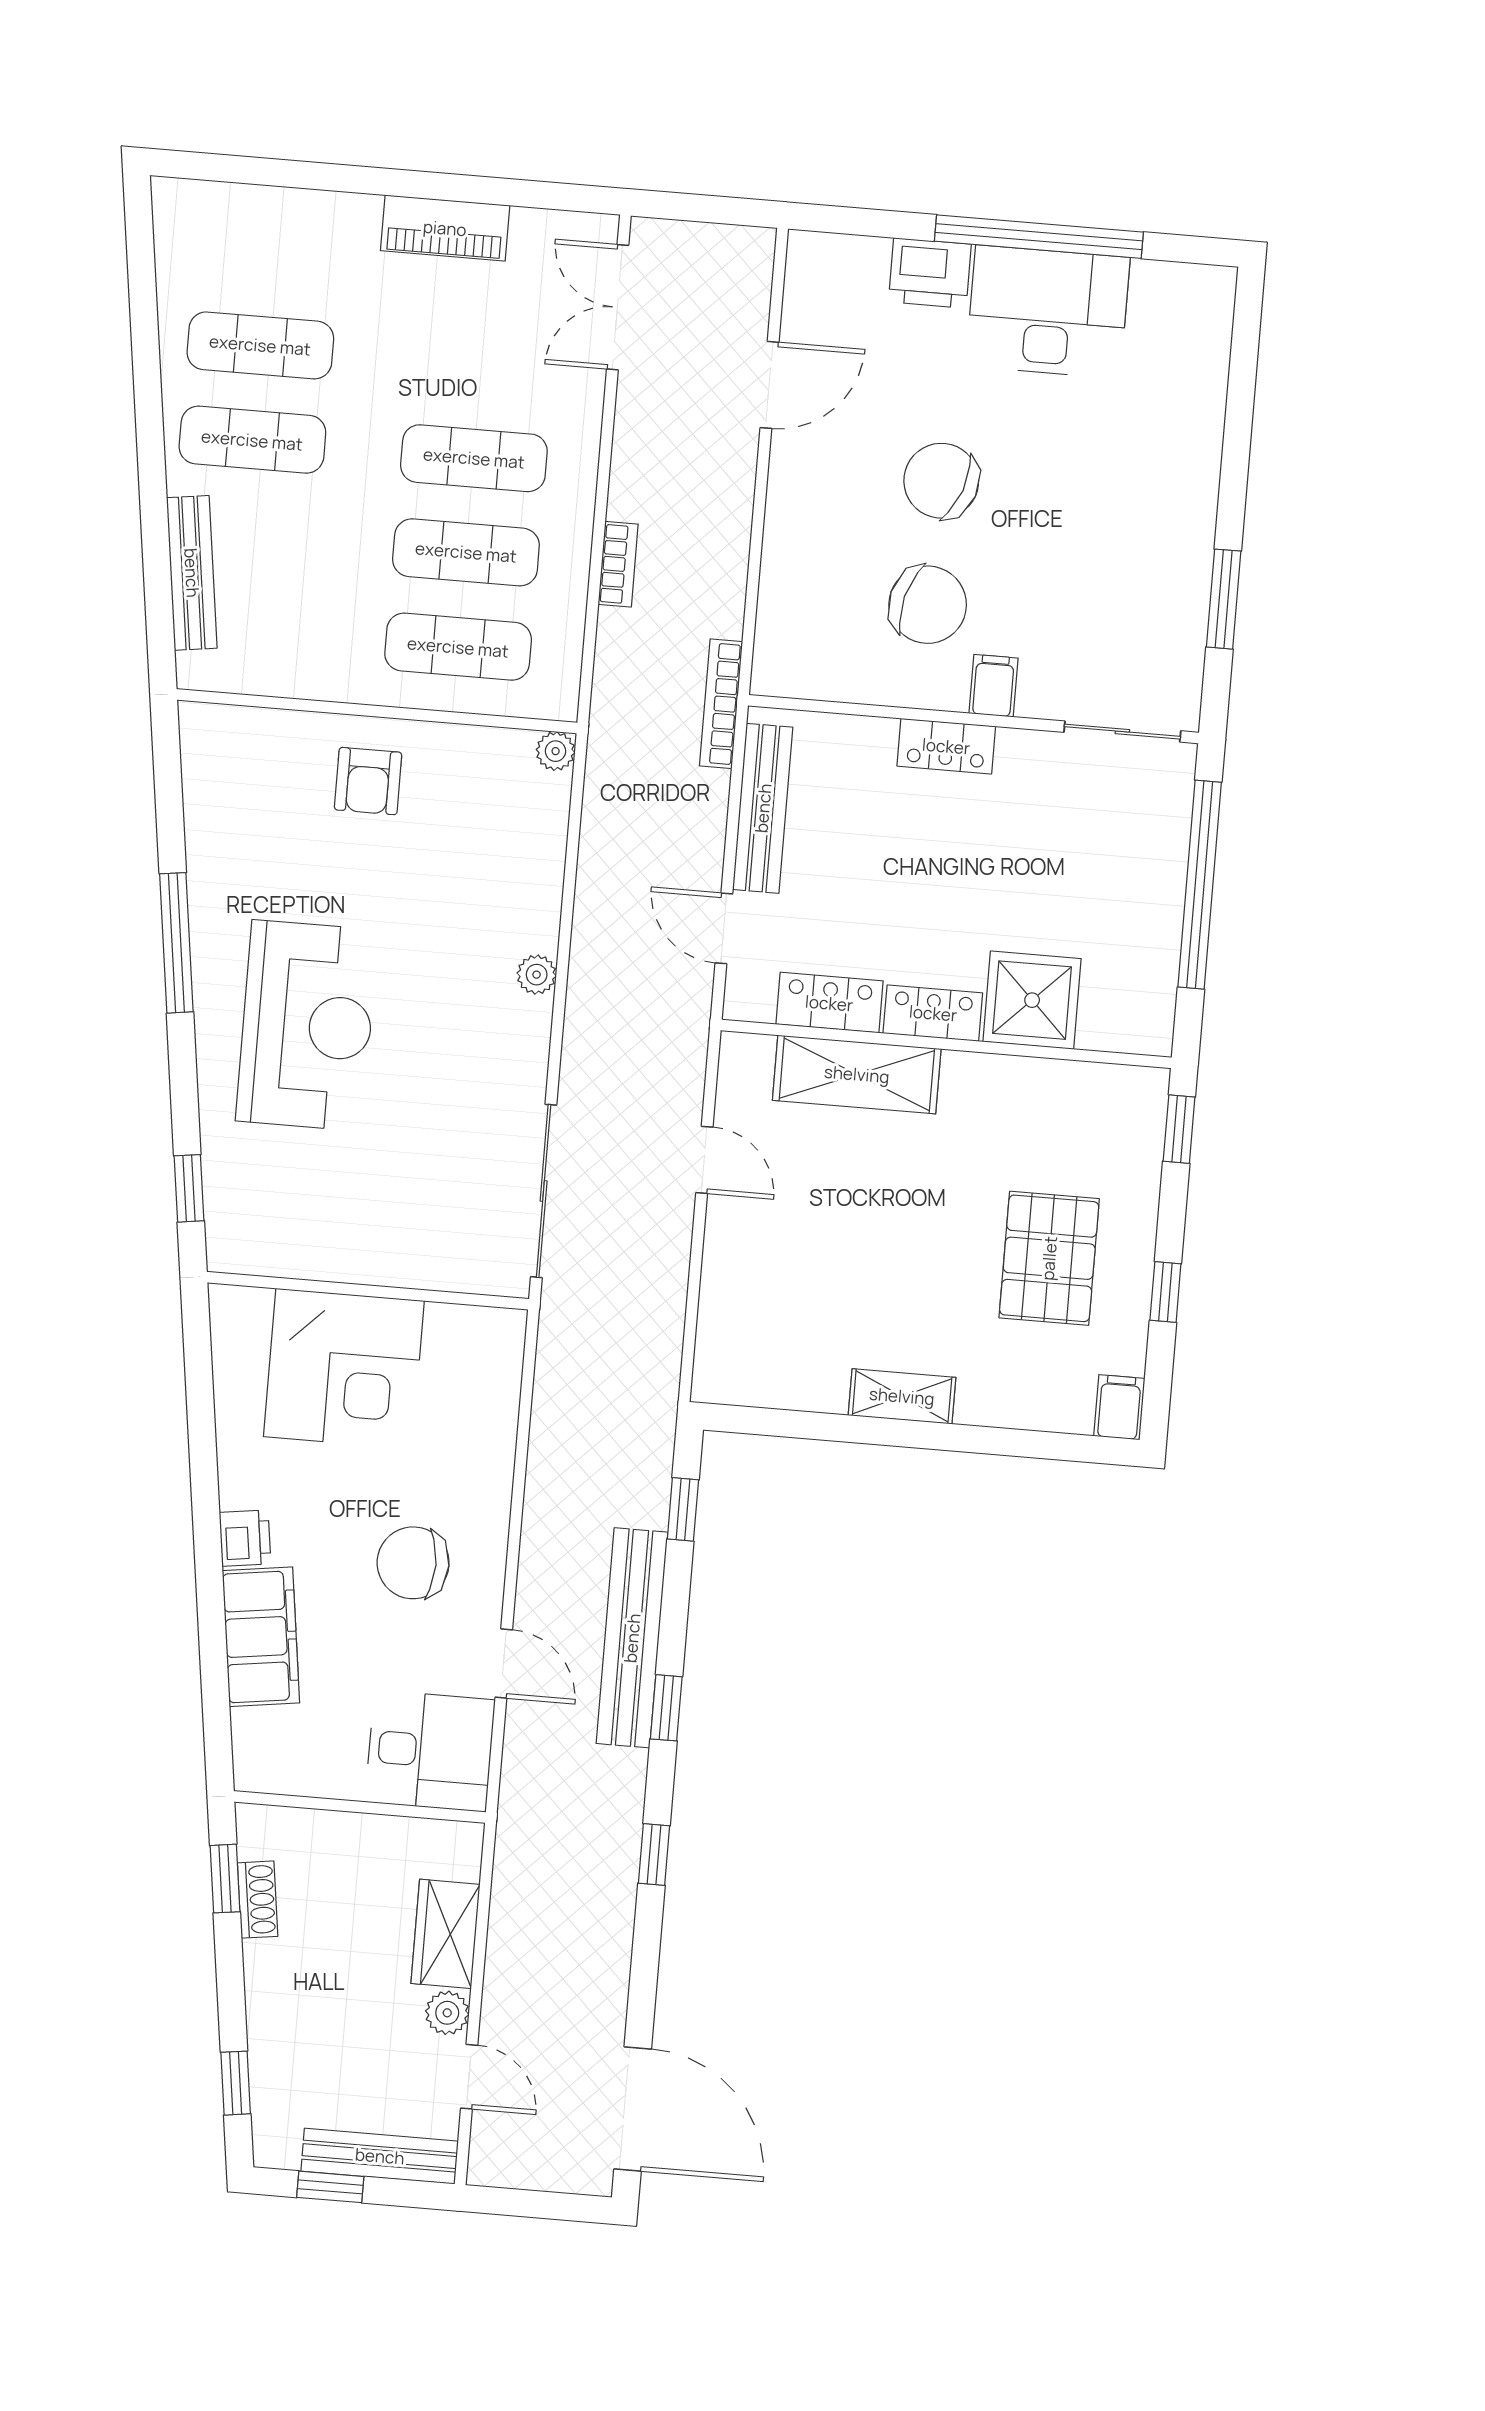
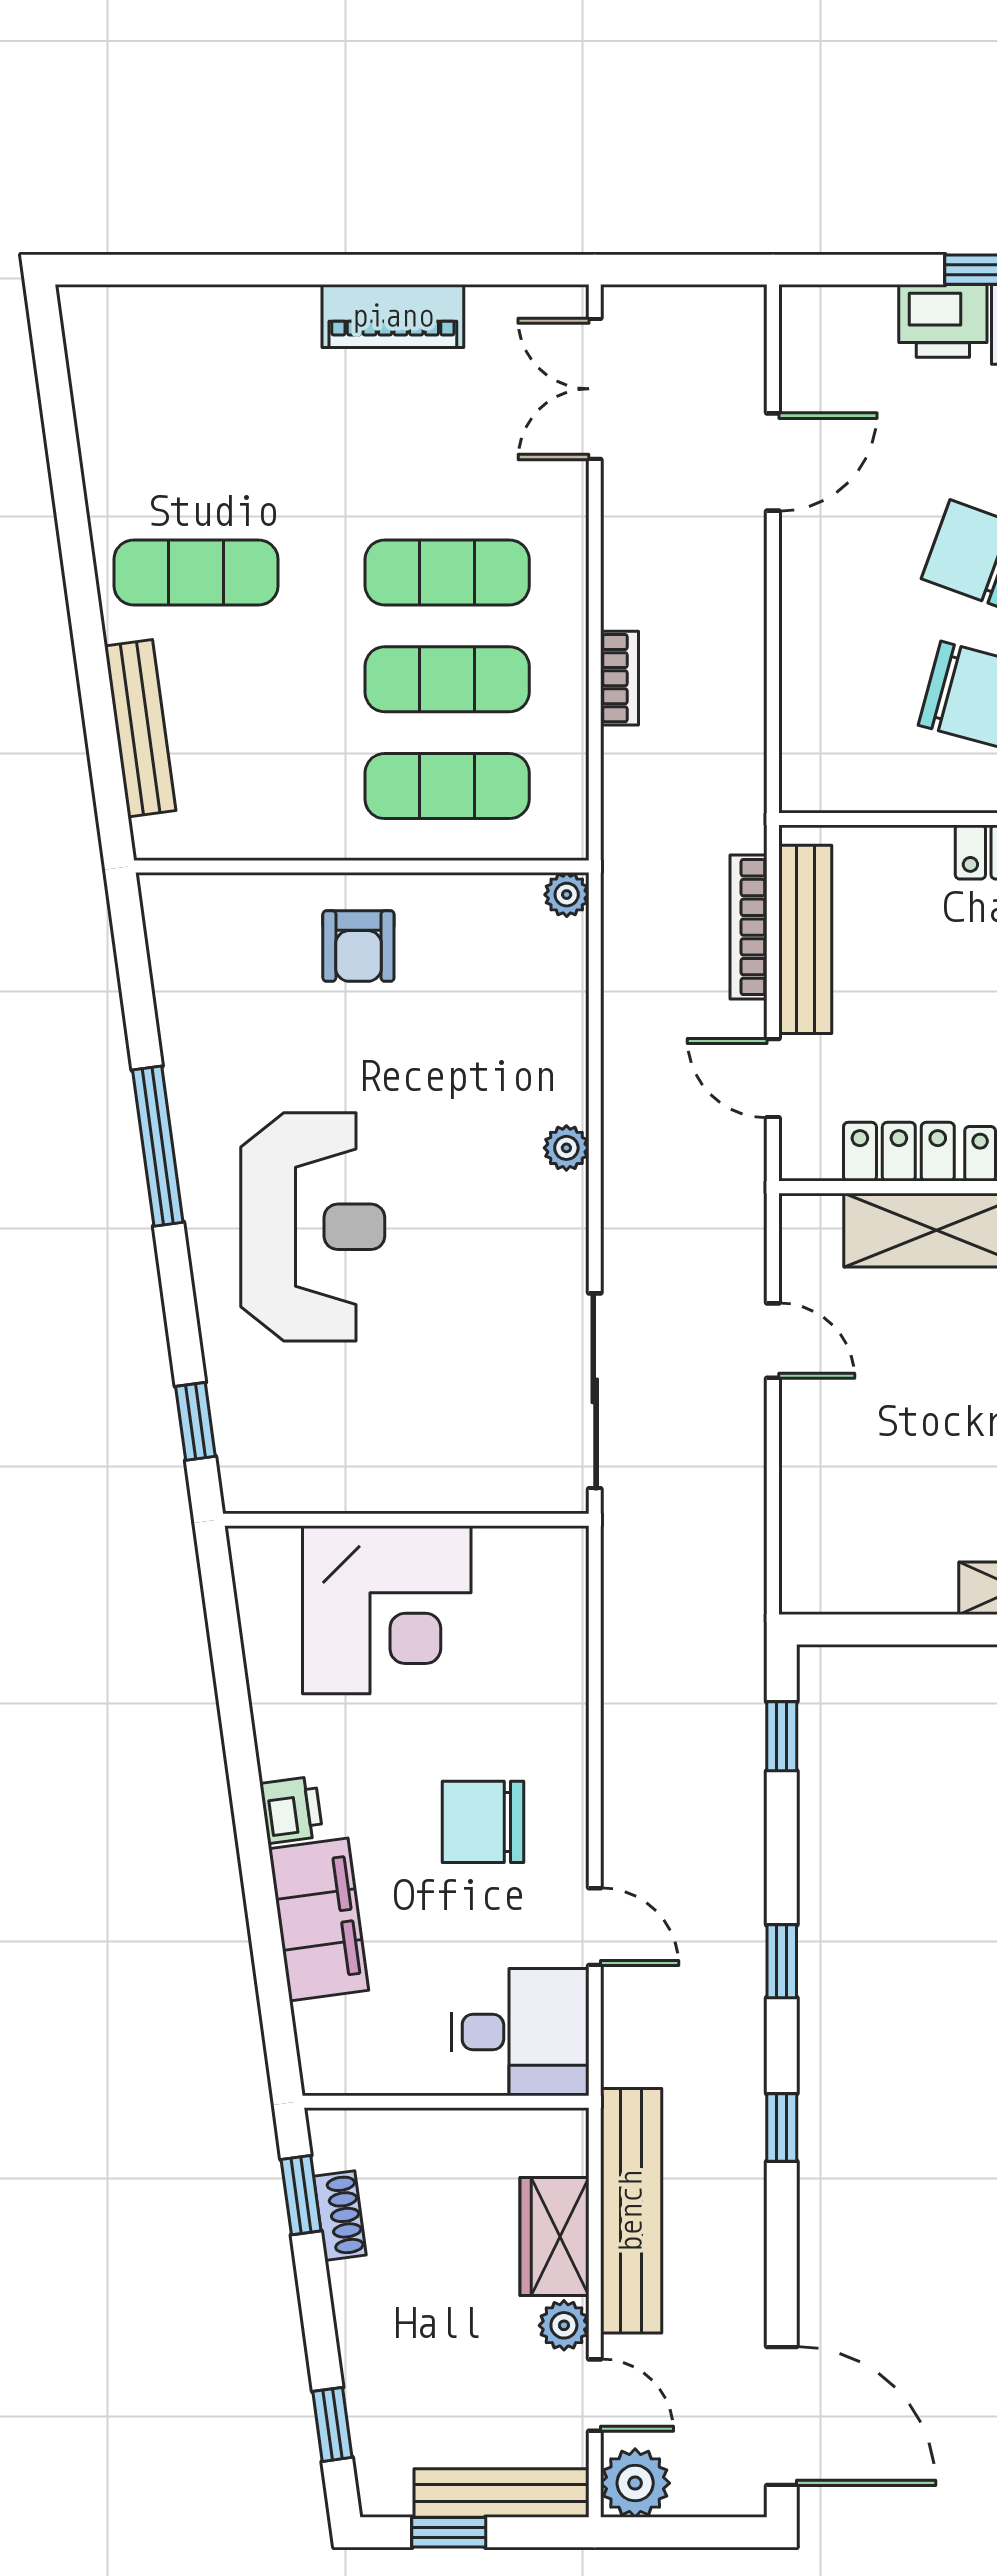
exercise mat: (260, 345) -> (196, 466), removed
bookcase: (721, 704) -> (749, 927), moved
bench: (632, 1638) -> (631, 2211), moved
plant: (498, 2157) -> (635, 2483), added

